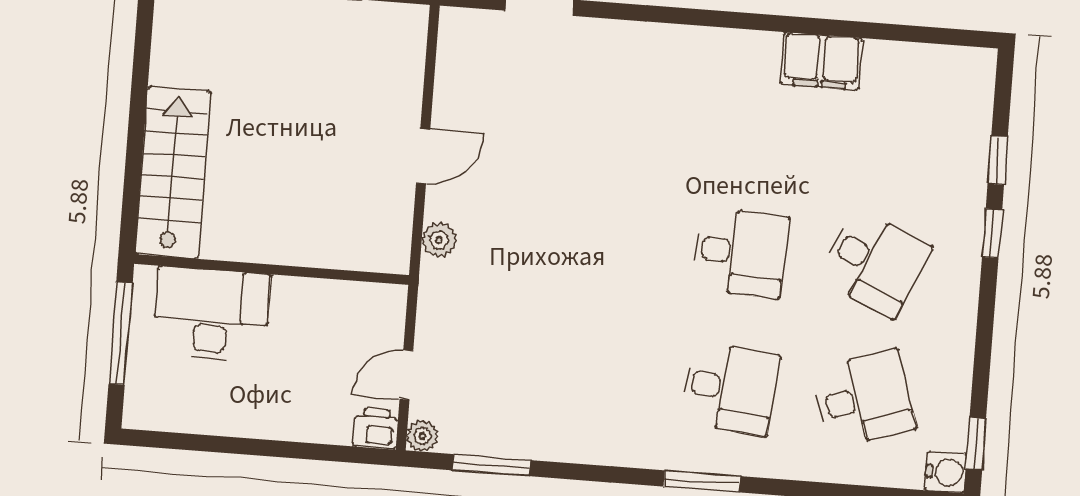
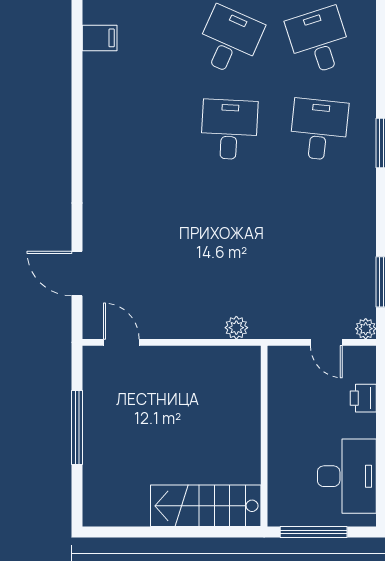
filing cabinet: (821, 61) -> (100, 38), moved, width x0.50
door: (423, 156) -> (121, 342), moved
desk: (211, 314) -> (347, 476), moved, turned 180
printer: (376, 429) -> (363, 398), moved

